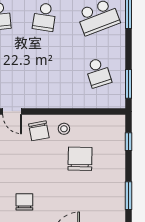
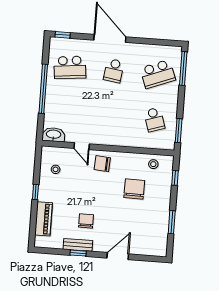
stool: (64, 129) -> (153, 164), moved
chair: (39, 131) -> (102, 164), turned 104

